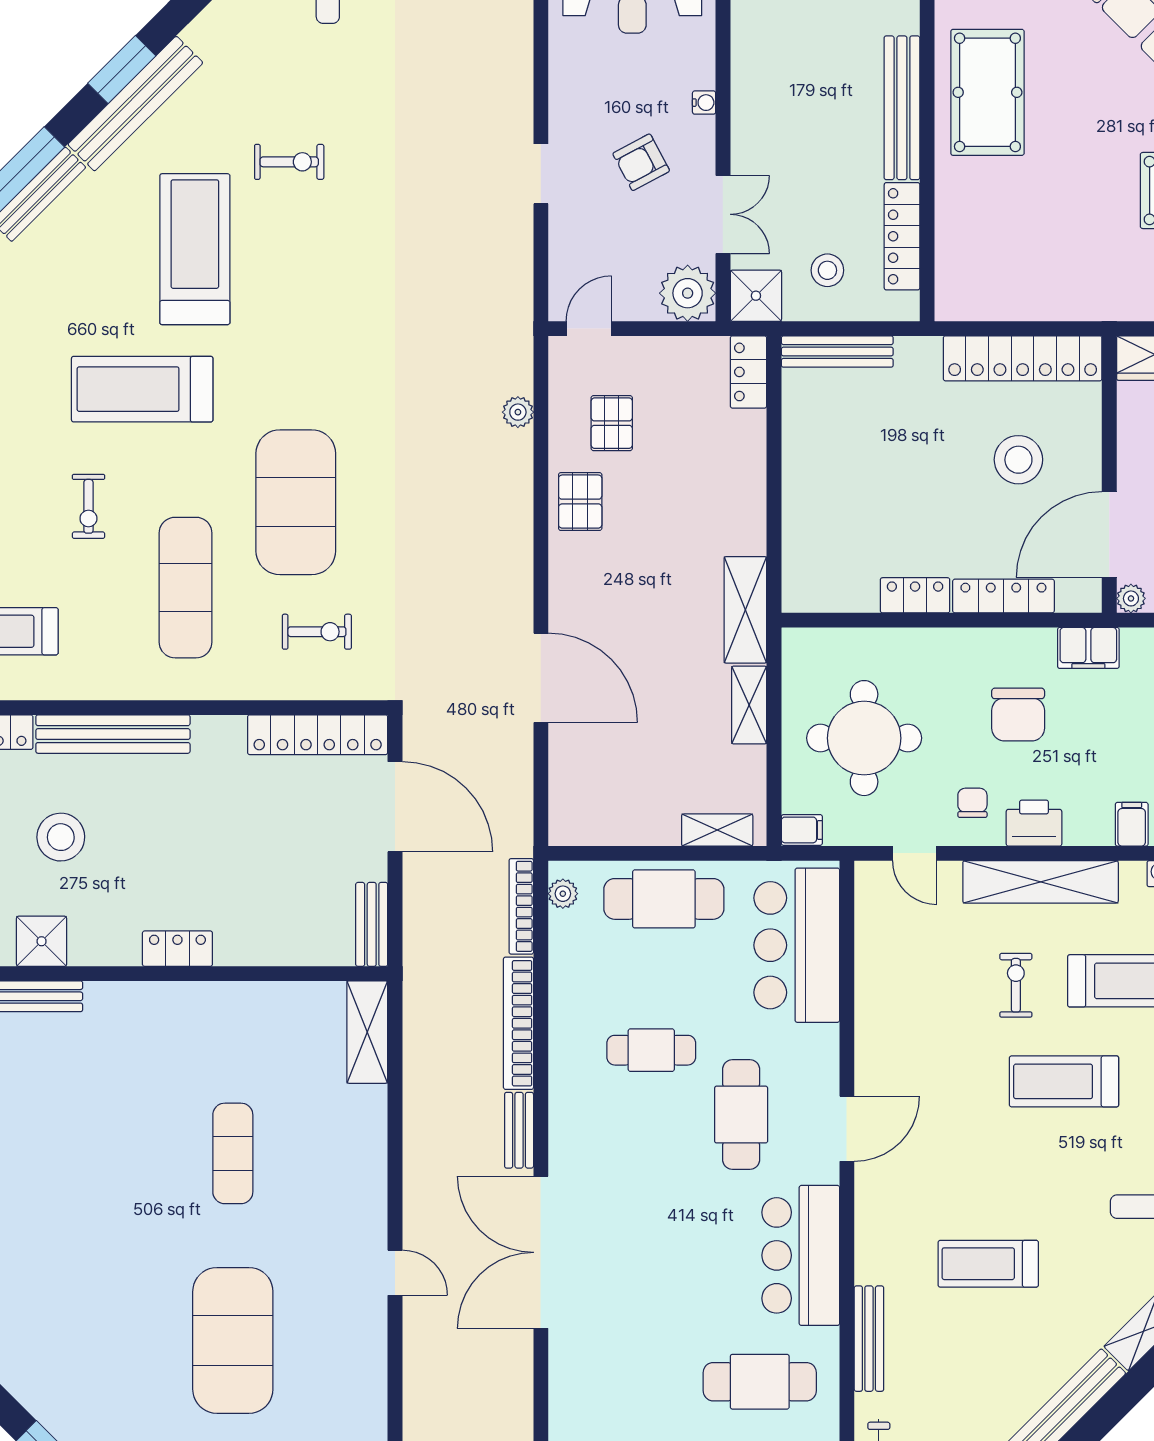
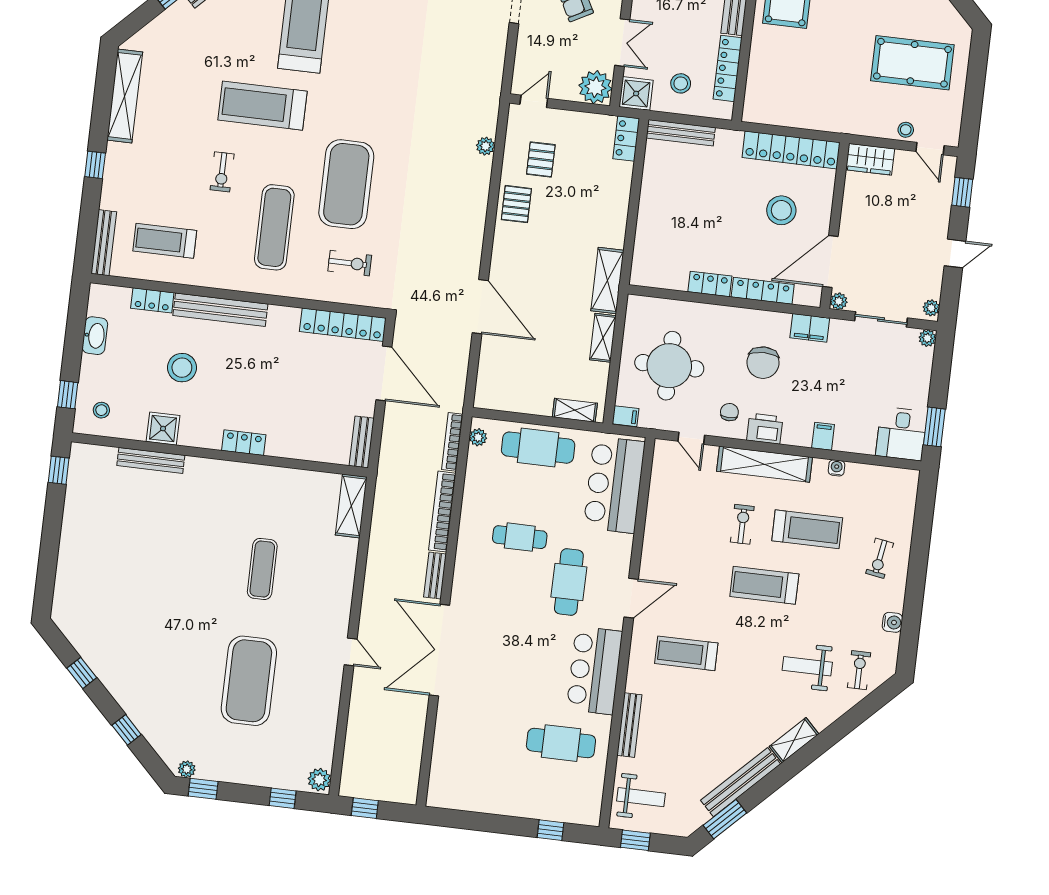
treadmill: (988, 1264) -> (686, 653), moved

